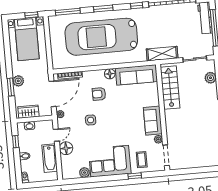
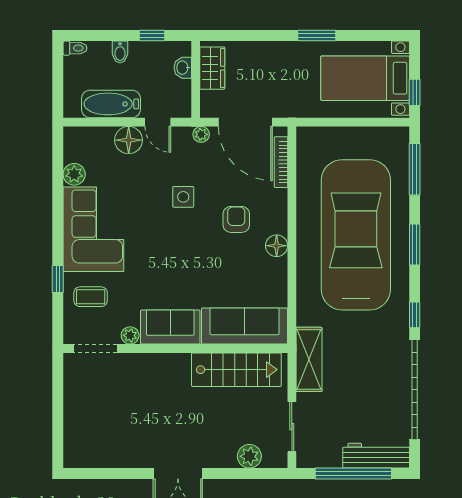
sofa: (136, 75) -> (245, 326), moved, turned 90
plant: (18, 81) -> (279, 52), removed
window: (11, 87) -> (317, 36), moved

